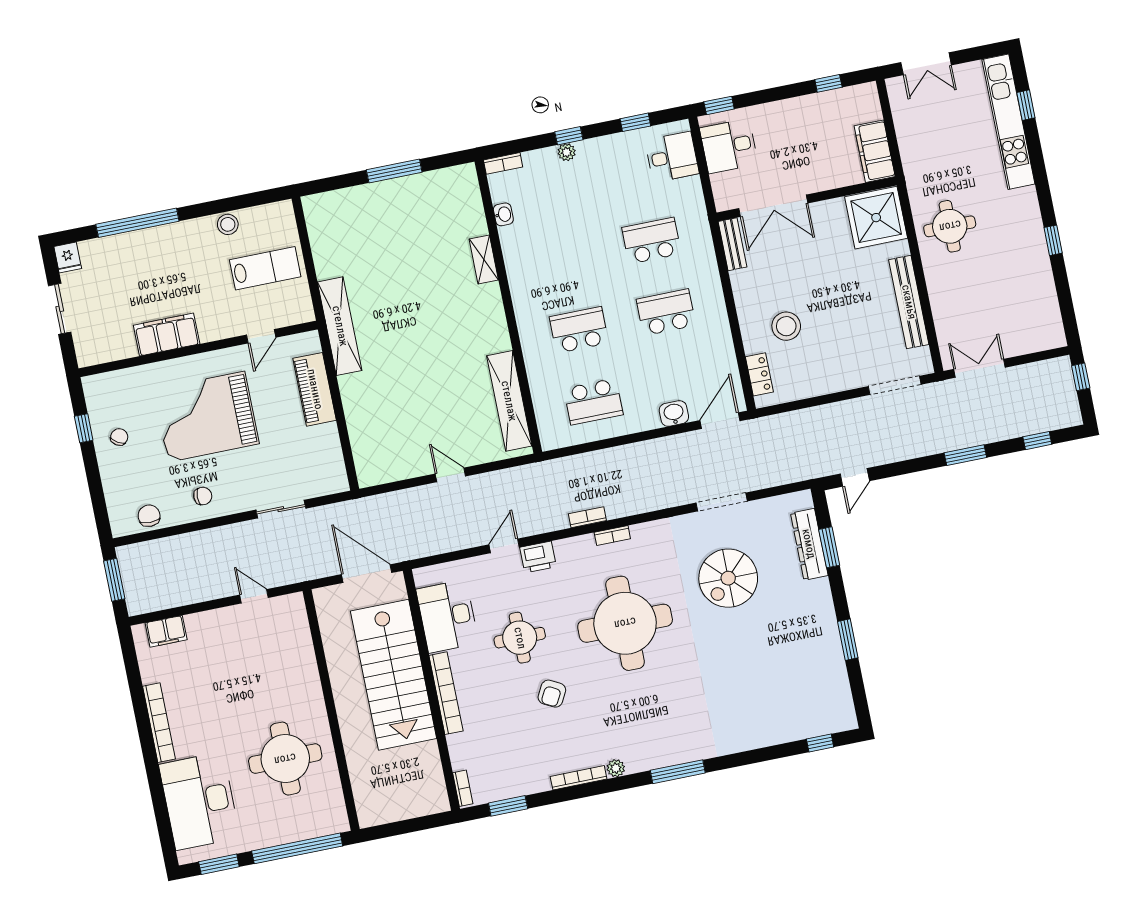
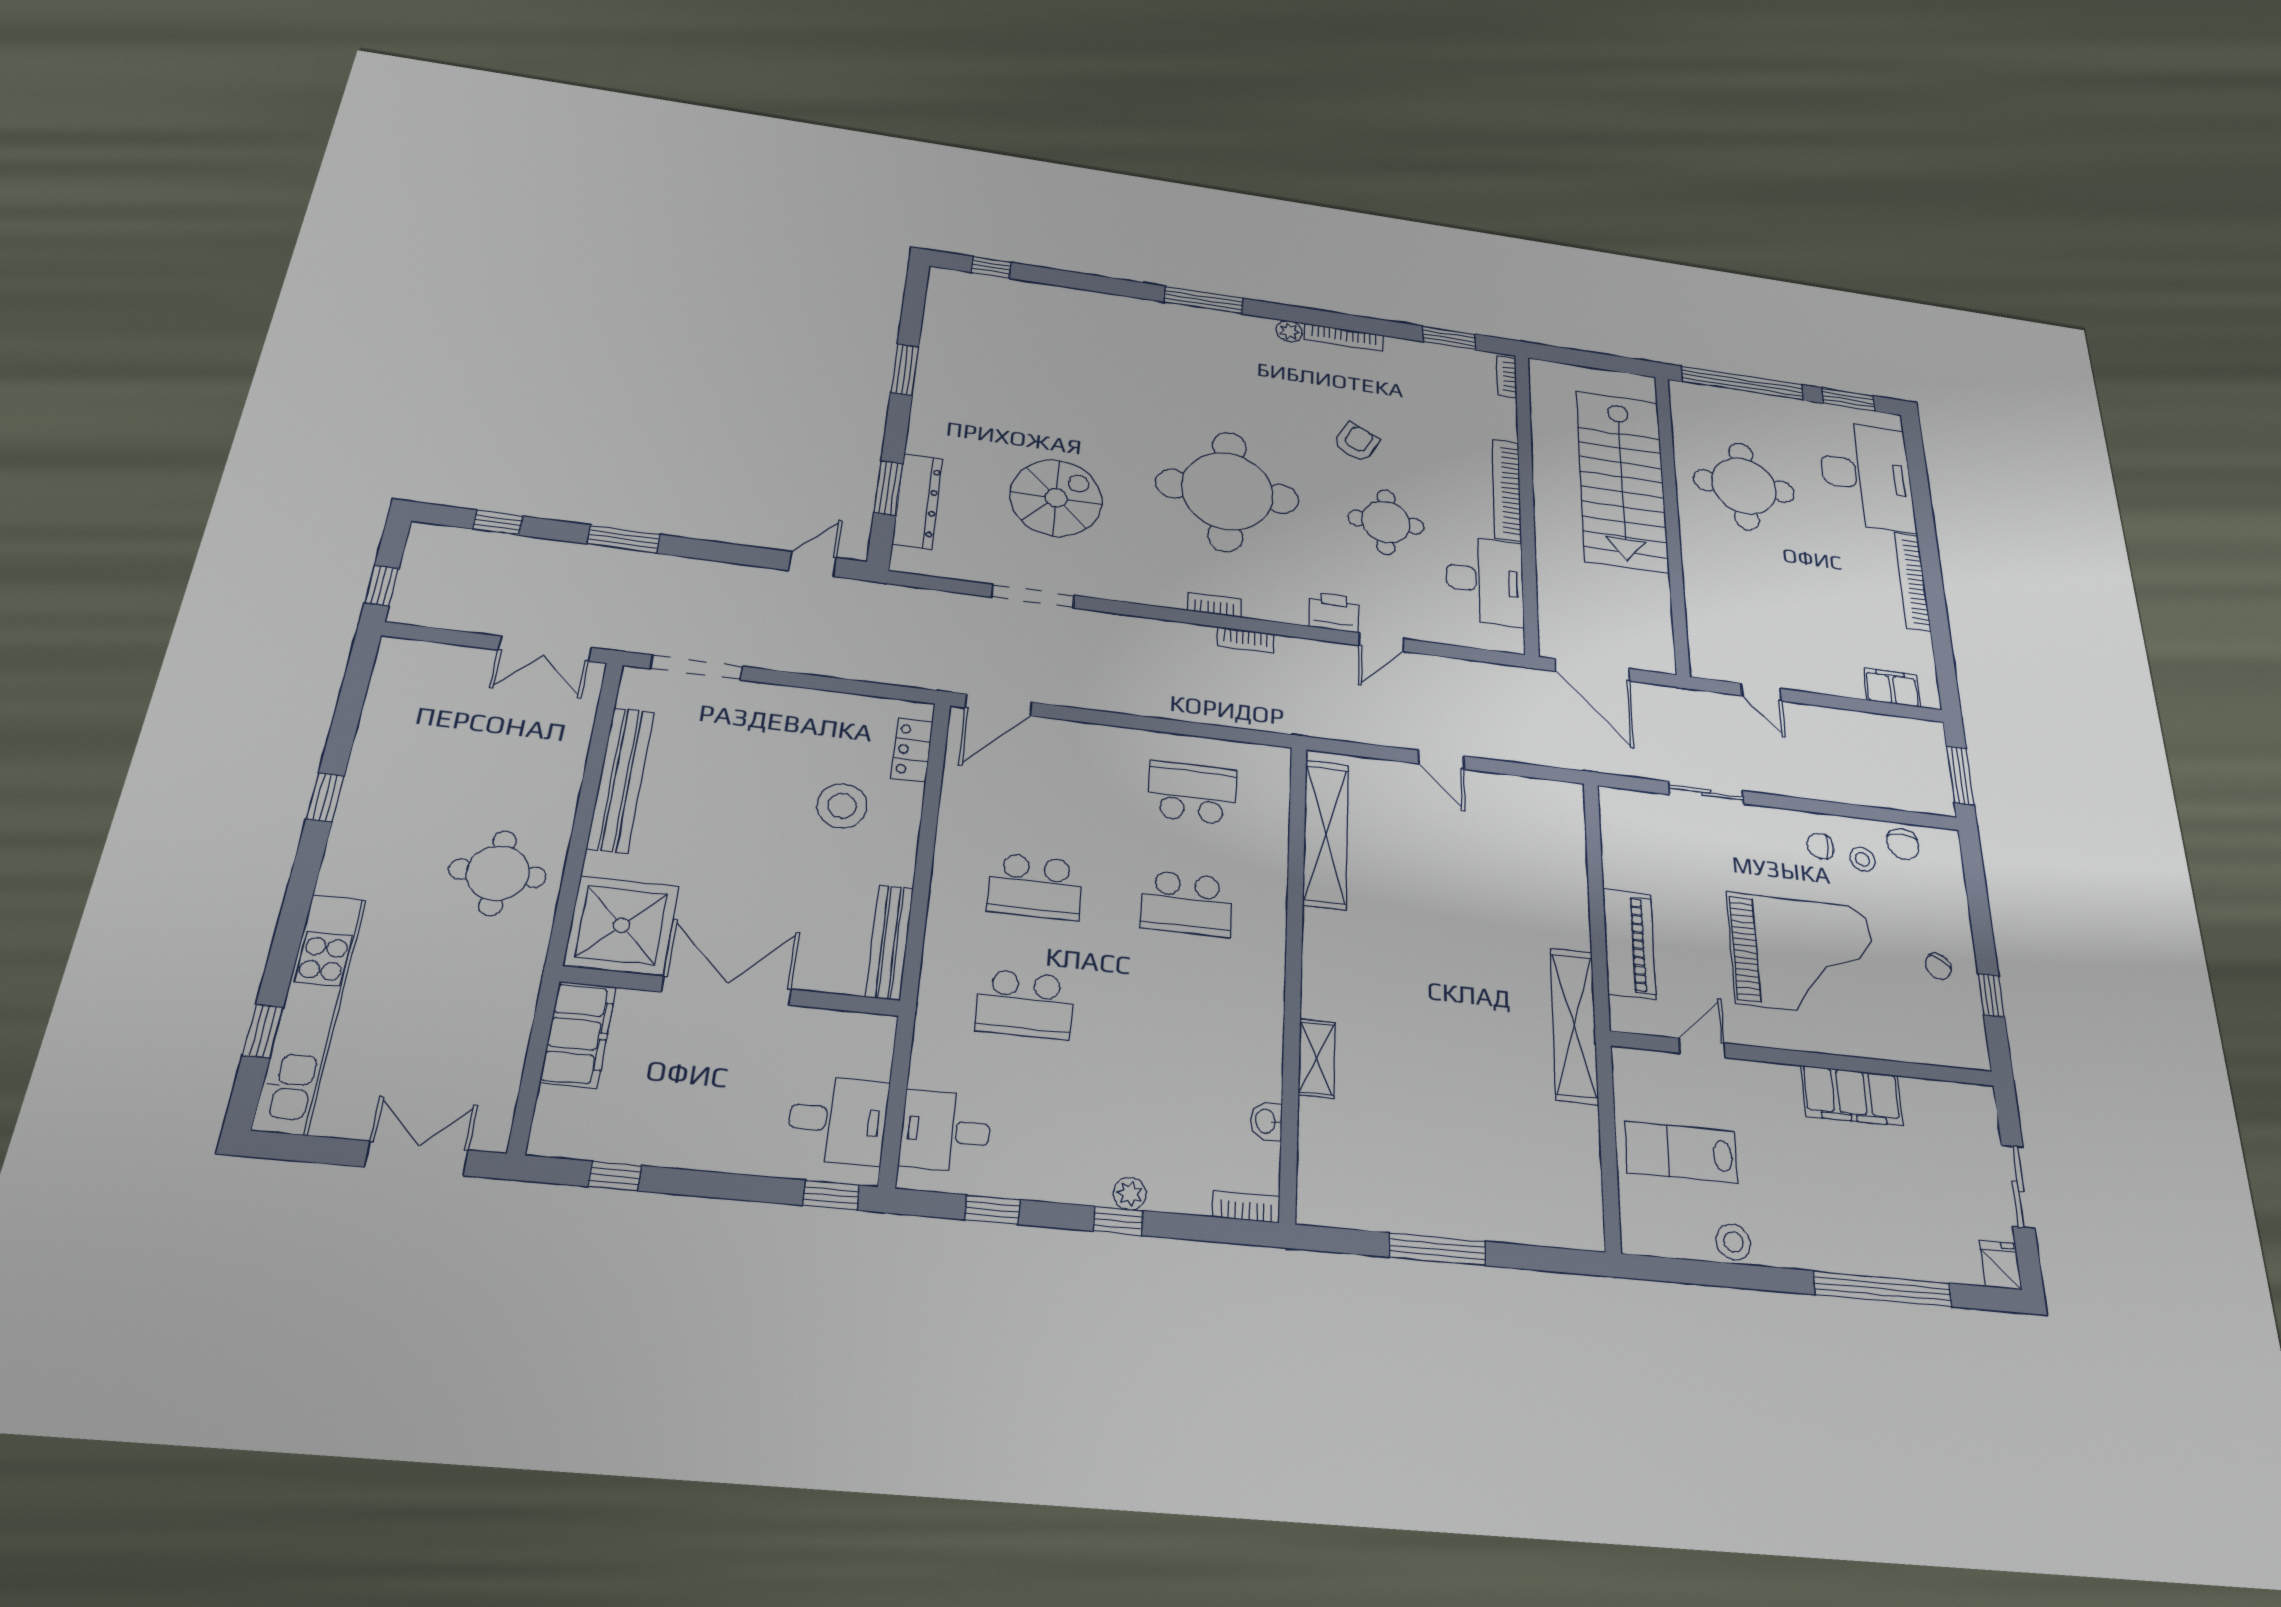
double door: (773, 206) -> (726, 991), moved
bench: (733, 244) -> (889, 942), width x1.36
washbasin: (674, 414) -> (1069, 737), removed
stool: (175, 496) -> (1862, 859), added
stairs: (394, 675) -> (1622, 481), moved, turned 180

